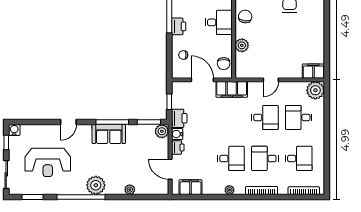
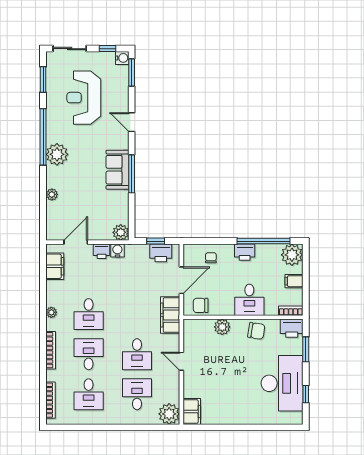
printer: (179, 118) -> (161, 253), moved
window: (149, 122) -> (132, 73), moved

